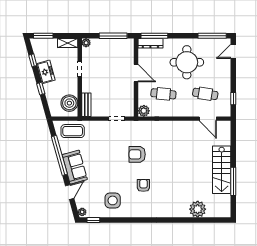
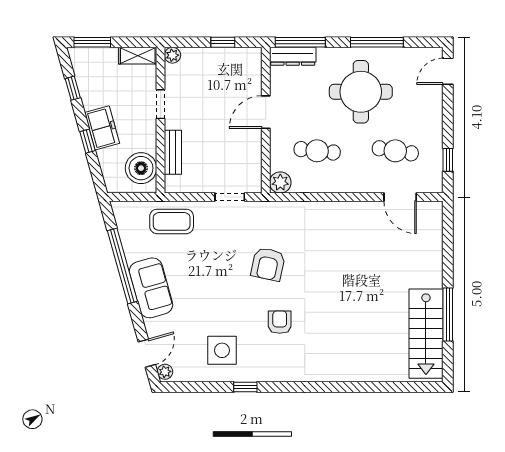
window: (113, 36) -> (223, 42), width x0.46
window: (212, 36) -> (377, 42), moved
freezer: (46, 72) -> (102, 128), moved
door: (136, 73) -> (266, 112), swing flipped
bench: (86, 105) -> (173, 152), moved
coffee table: (73, 131) -> (172, 221), moved
armchair: (137, 154) -> (268, 264), turned -78
stairs: (222, 170) -> (426, 334), moved
door: (70, 192) -> (147, 353), moved
plant: (198, 209) -> (381, 367), removed
window: (93, 220) -> (245, 387), moved

